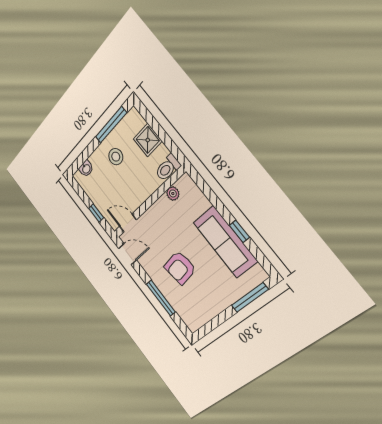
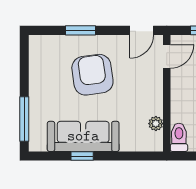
armchair: (180, 268) -> (92, 75), width x1.36, depth x1.36
window: (161, 298) -> (80, 30), width x0.69

